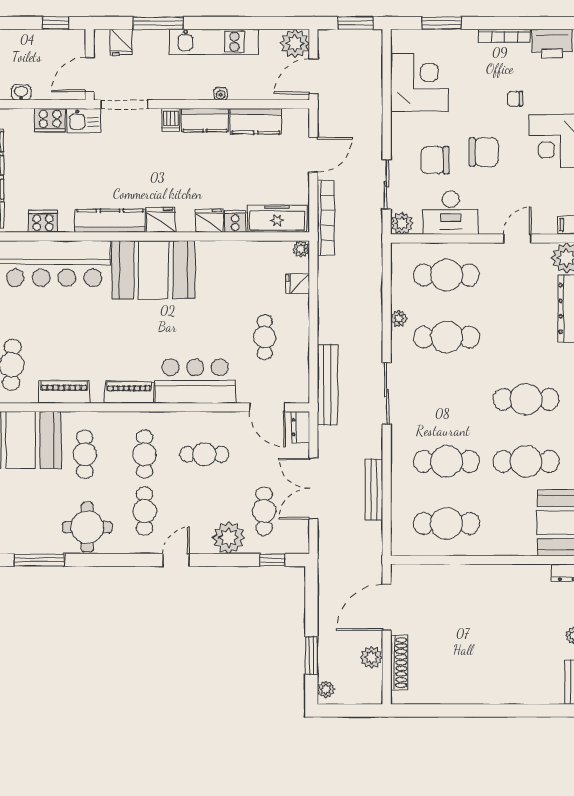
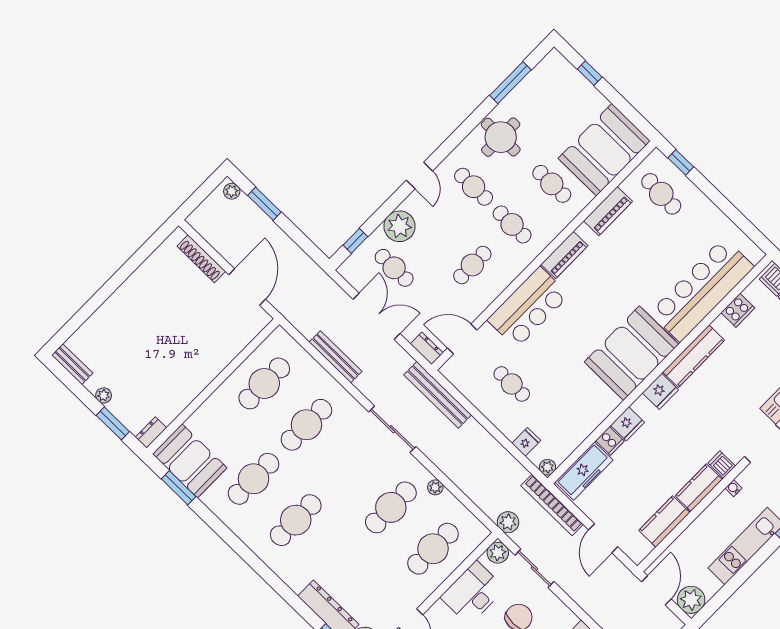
water cooler: (221, 94) -> (733, 488), moved
plant: (371, 657) -> (508, 522), moved

